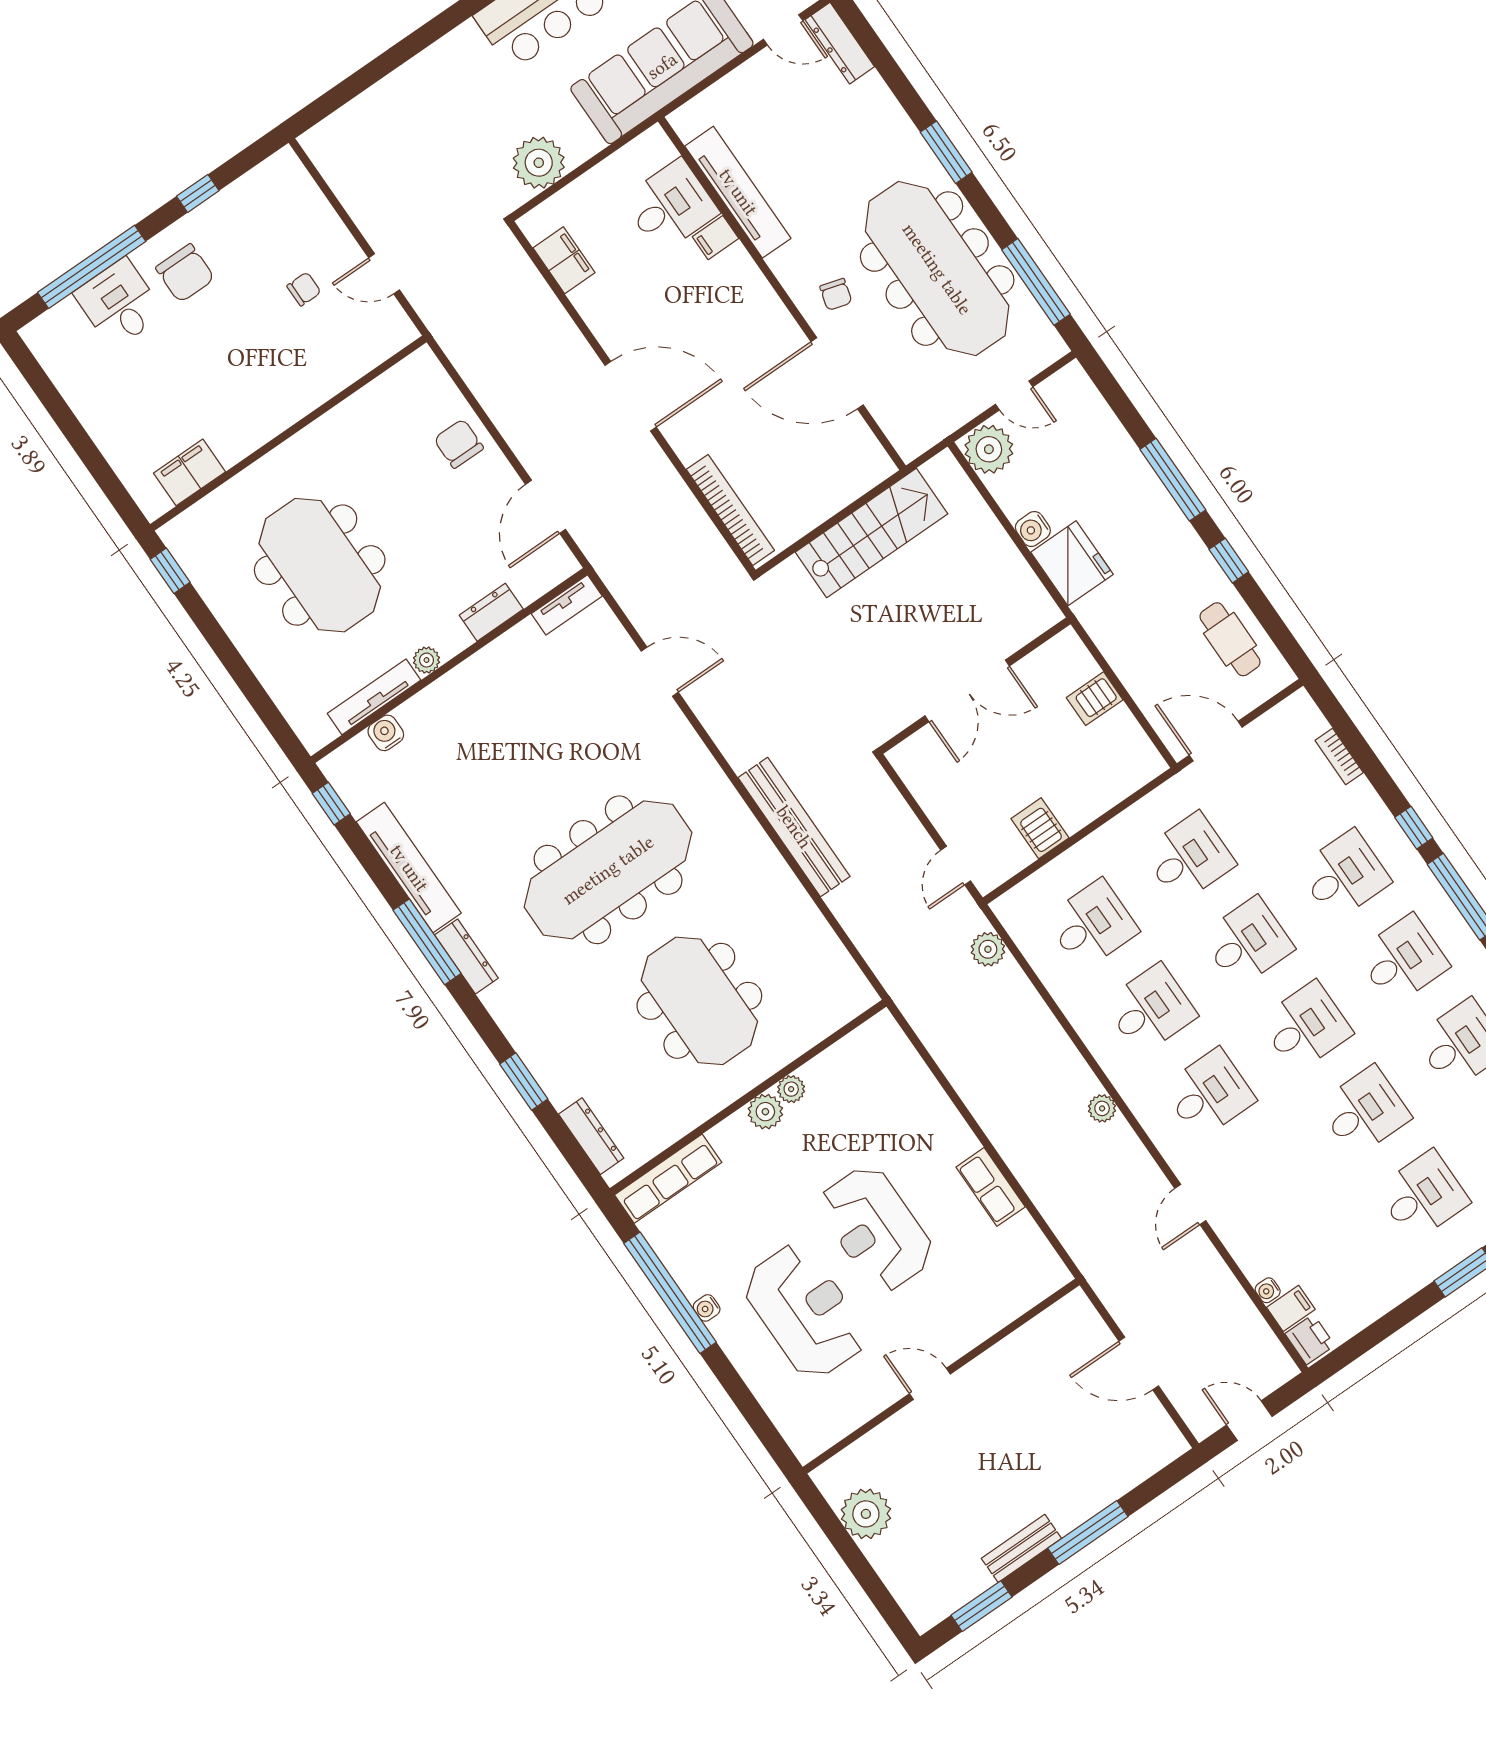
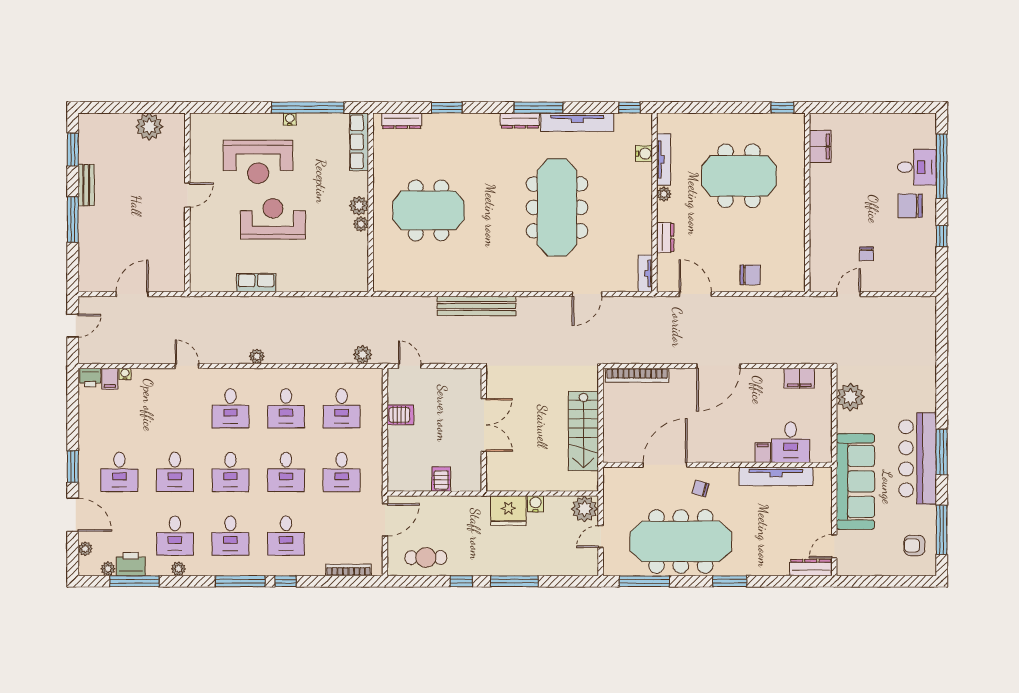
double door: (967, 691) -> (484, 425), swing flipped
bookcase: (1339, 756) -> (348, 570), width x1.56
meeting table: (608, 870) -> (557, 207), moved

